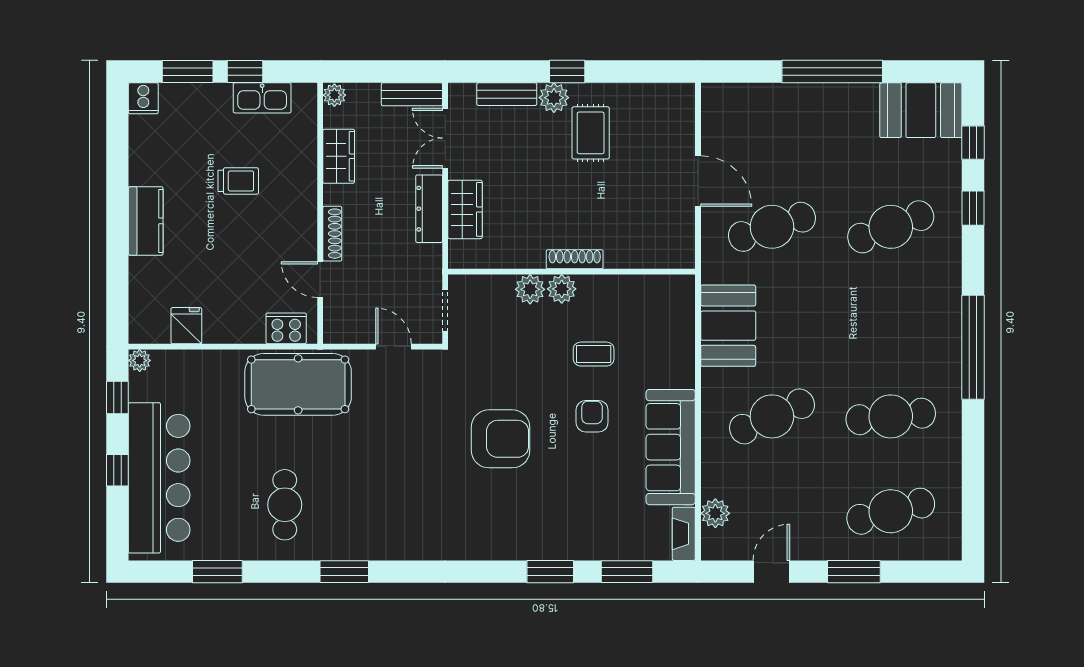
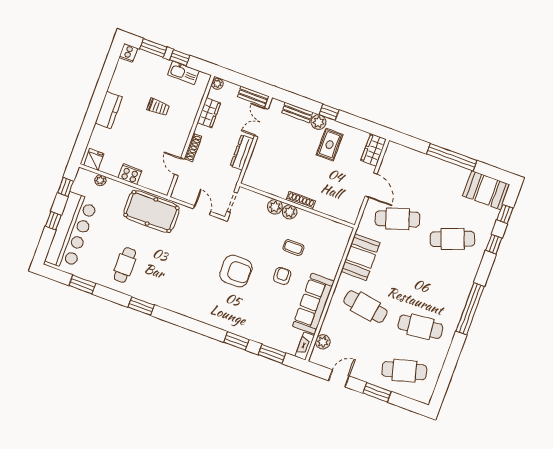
wardrobe: (465, 209) -> (374, 150), moved, turned 180
fridge: (186, 326) -> (94, 160), moved
cooker: (286, 328) -> (130, 174), moved
plant: (140, 360) -> (100, 180), moved
cafe table: (772, 416) -> (365, 307), turned 33

